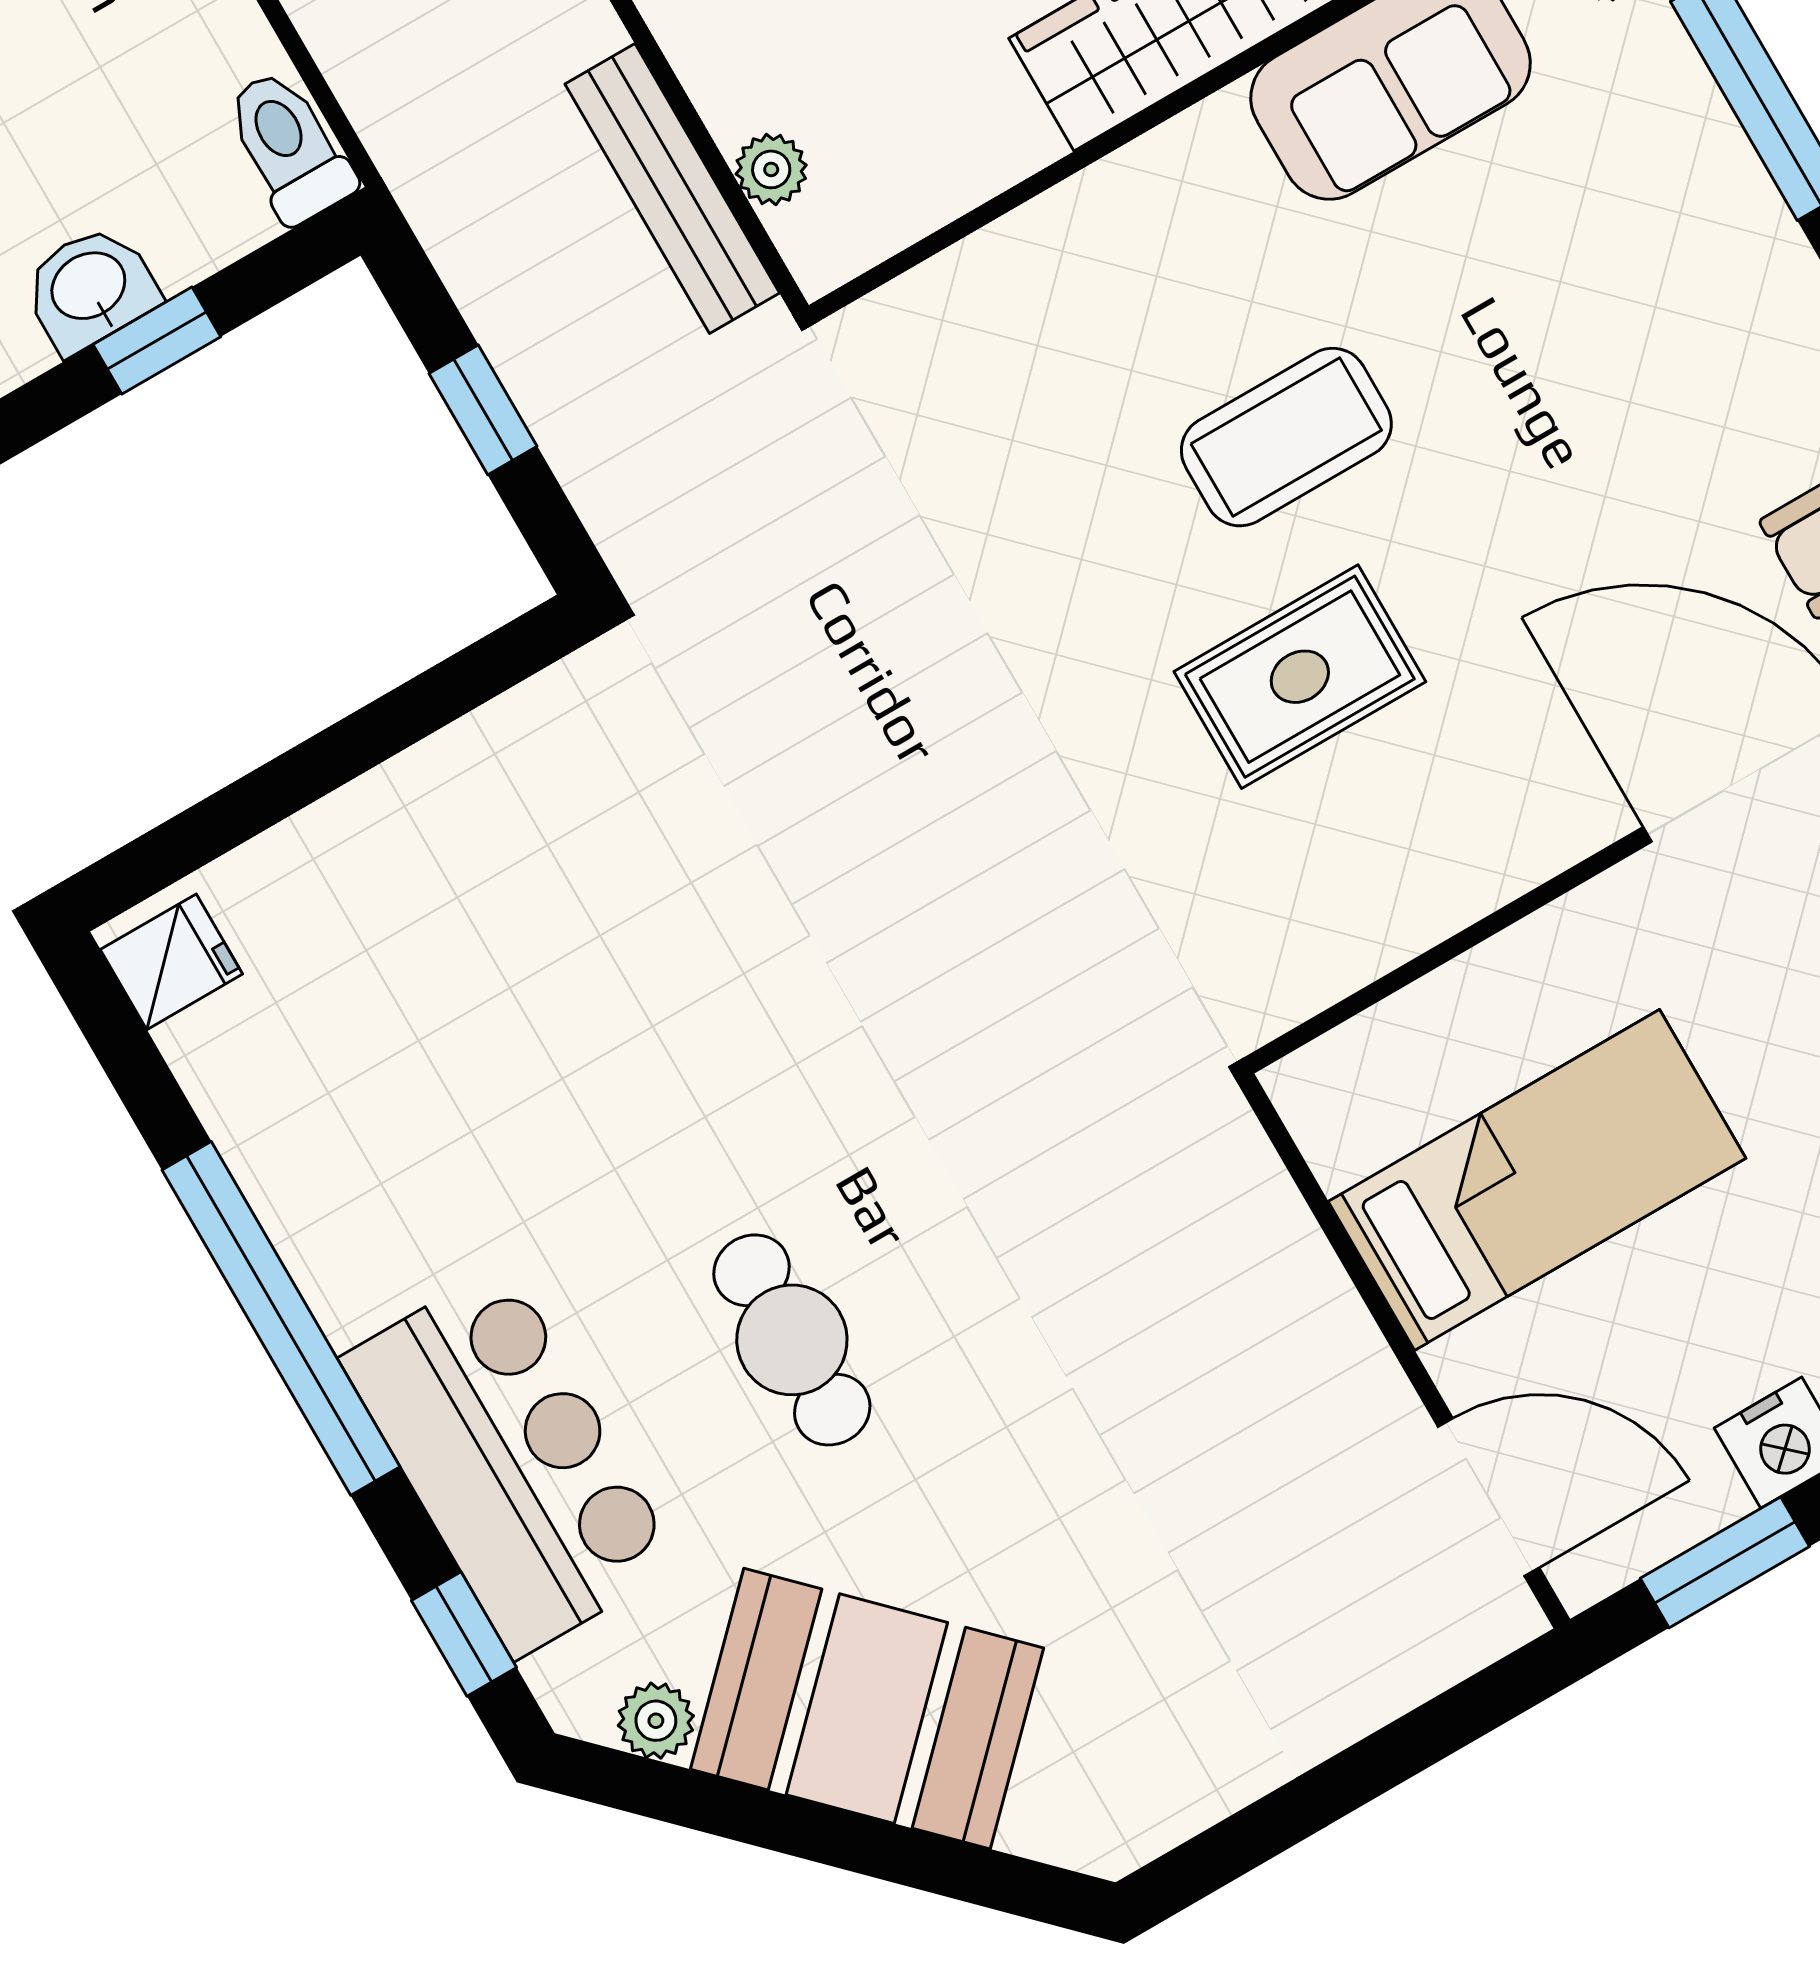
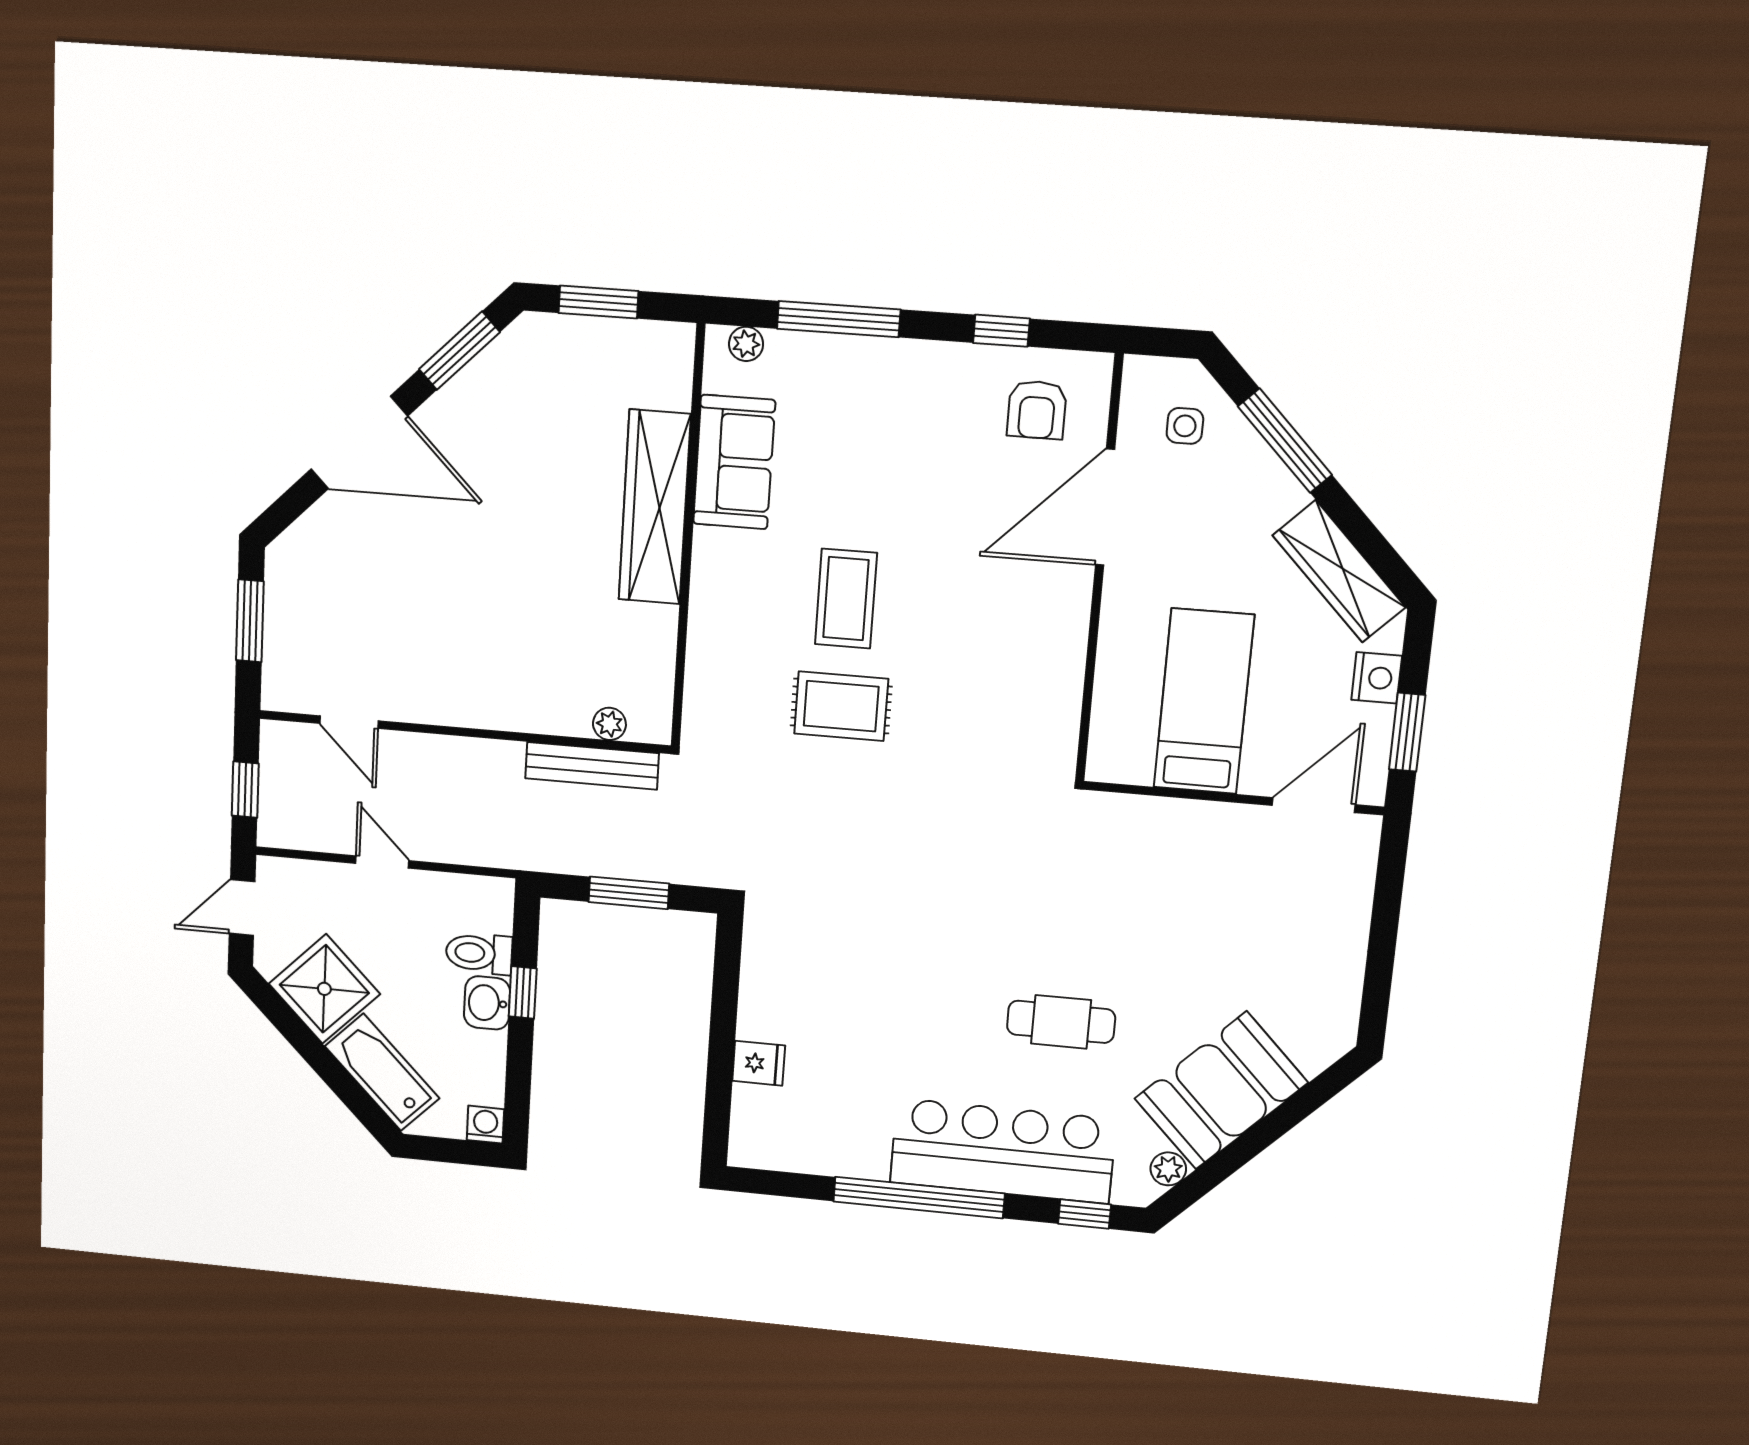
toilet: (289, 146) -> (479, 953), moved
window: (483, 410) -> (629, 893), width x1.50
rug: (1300, 677) -> (841, 706), moved, turned 90
fridge: (171, 962) -> (759, 1063), moved, turned 90
bar counter: (510, 1461) -> (1003, 1151), width x1.36

